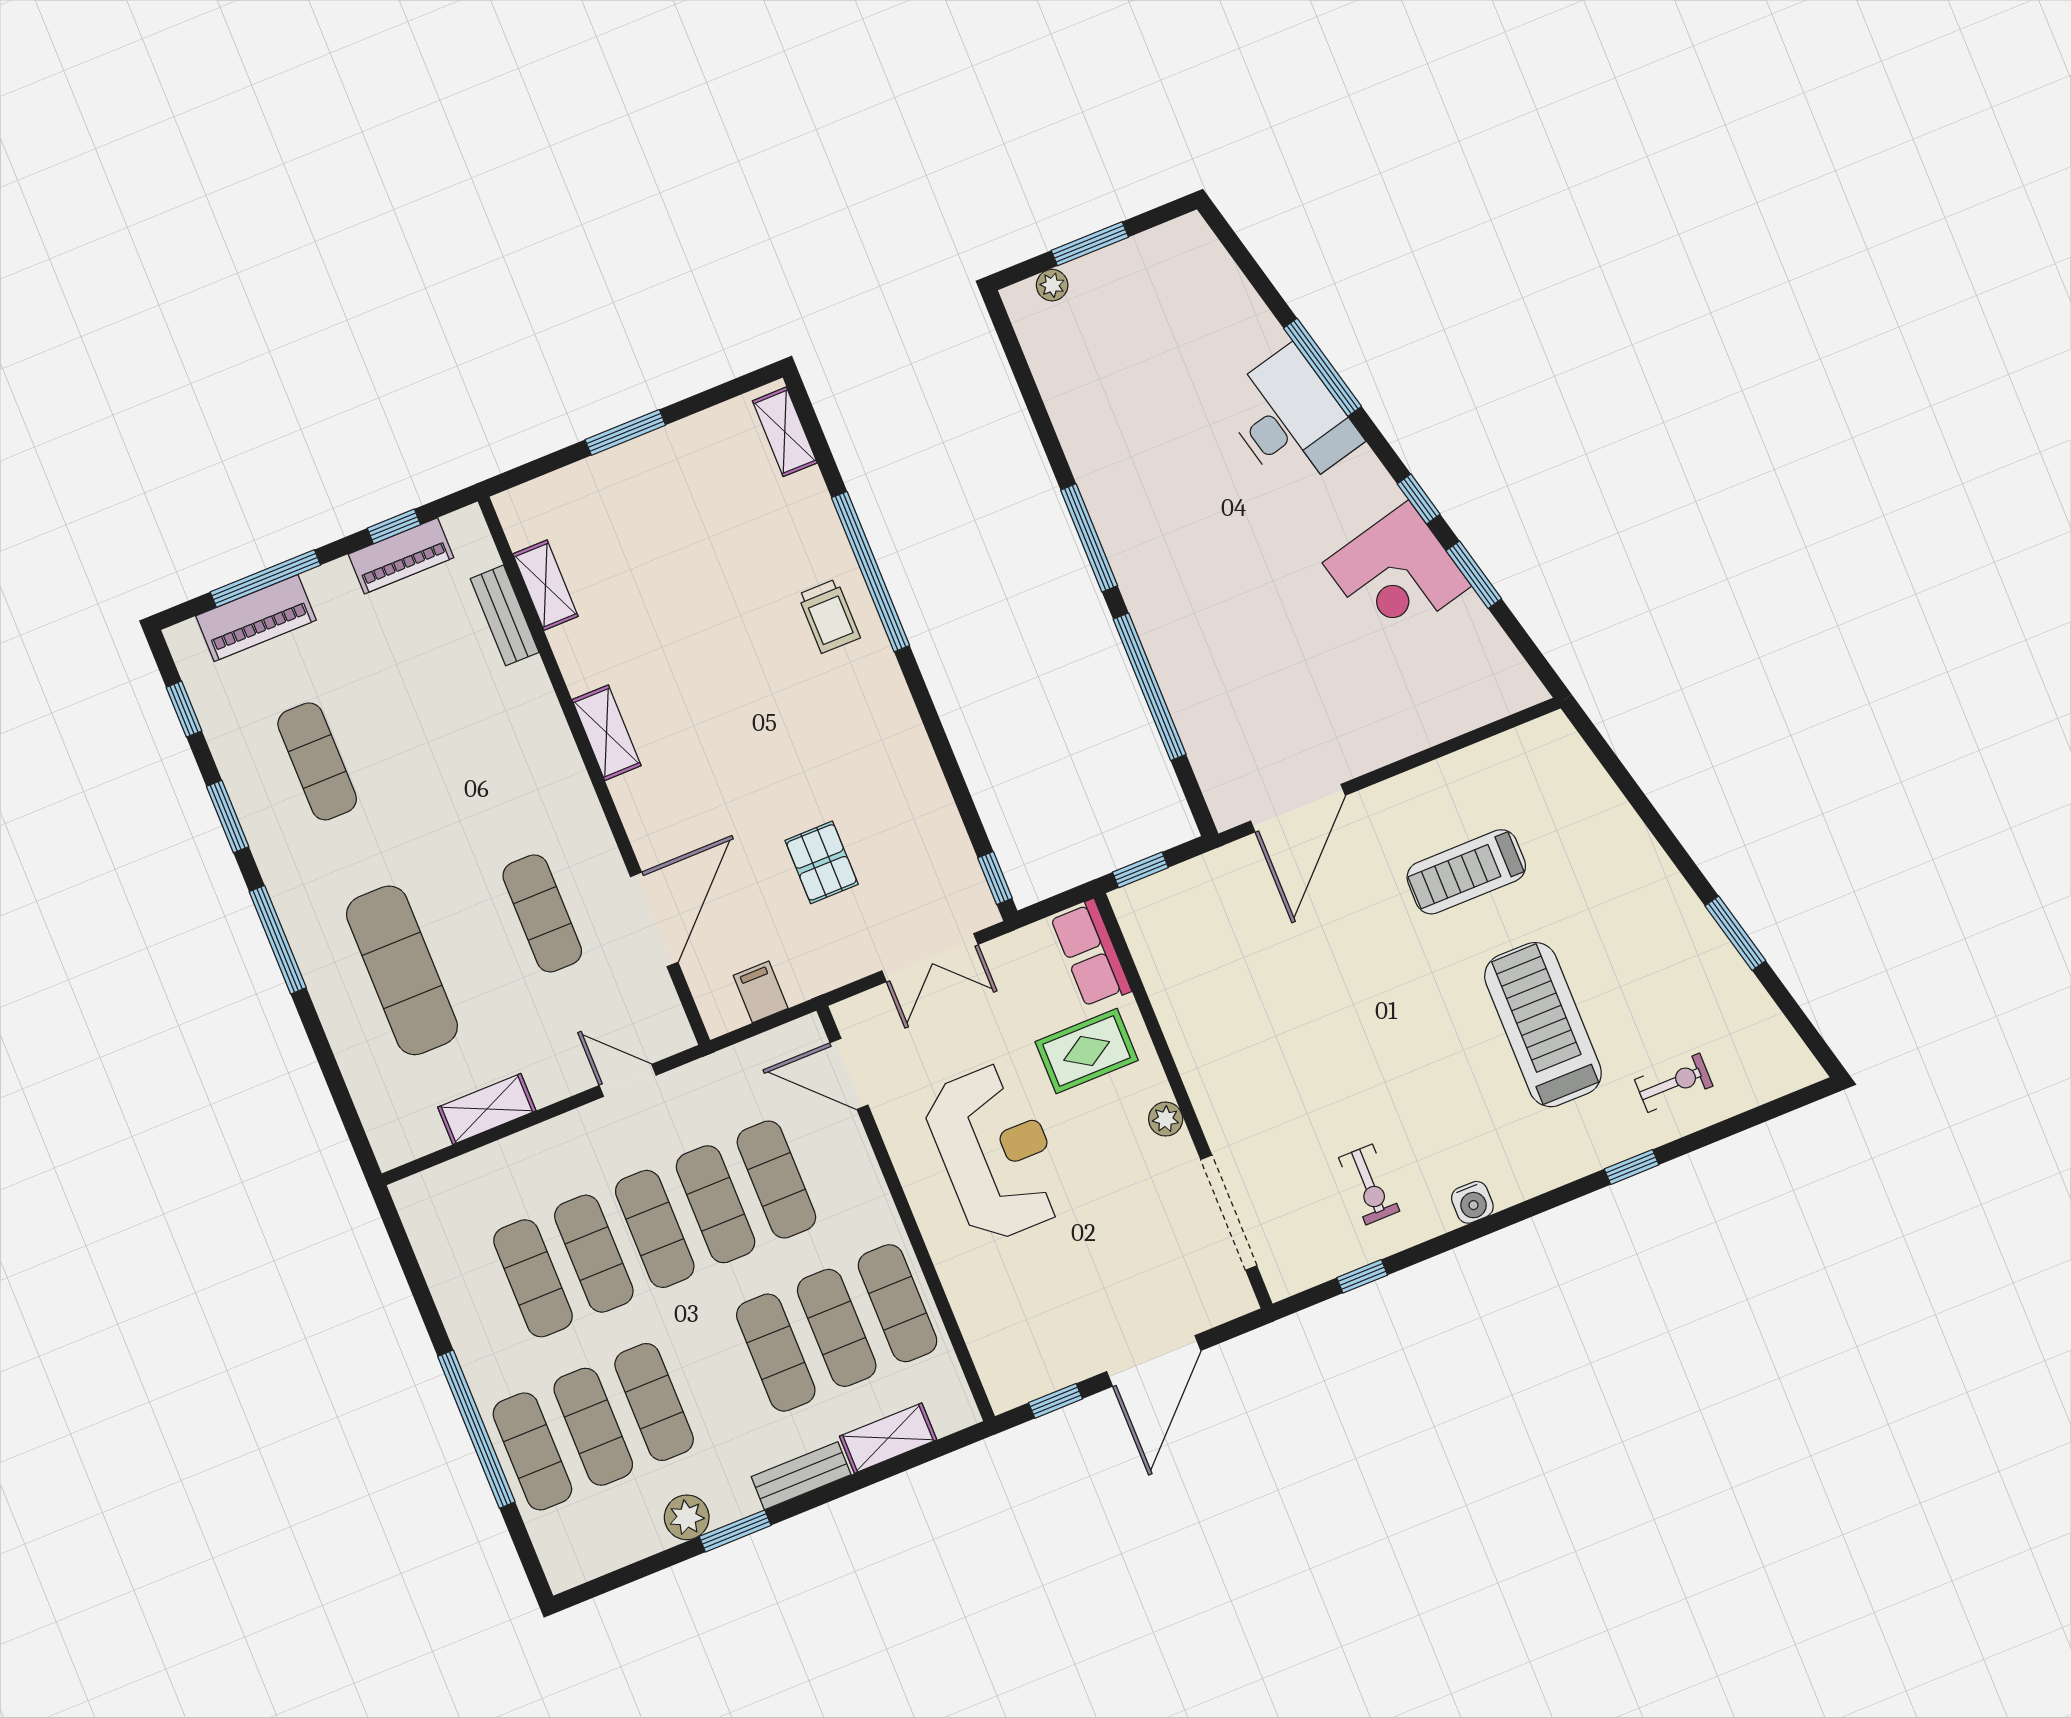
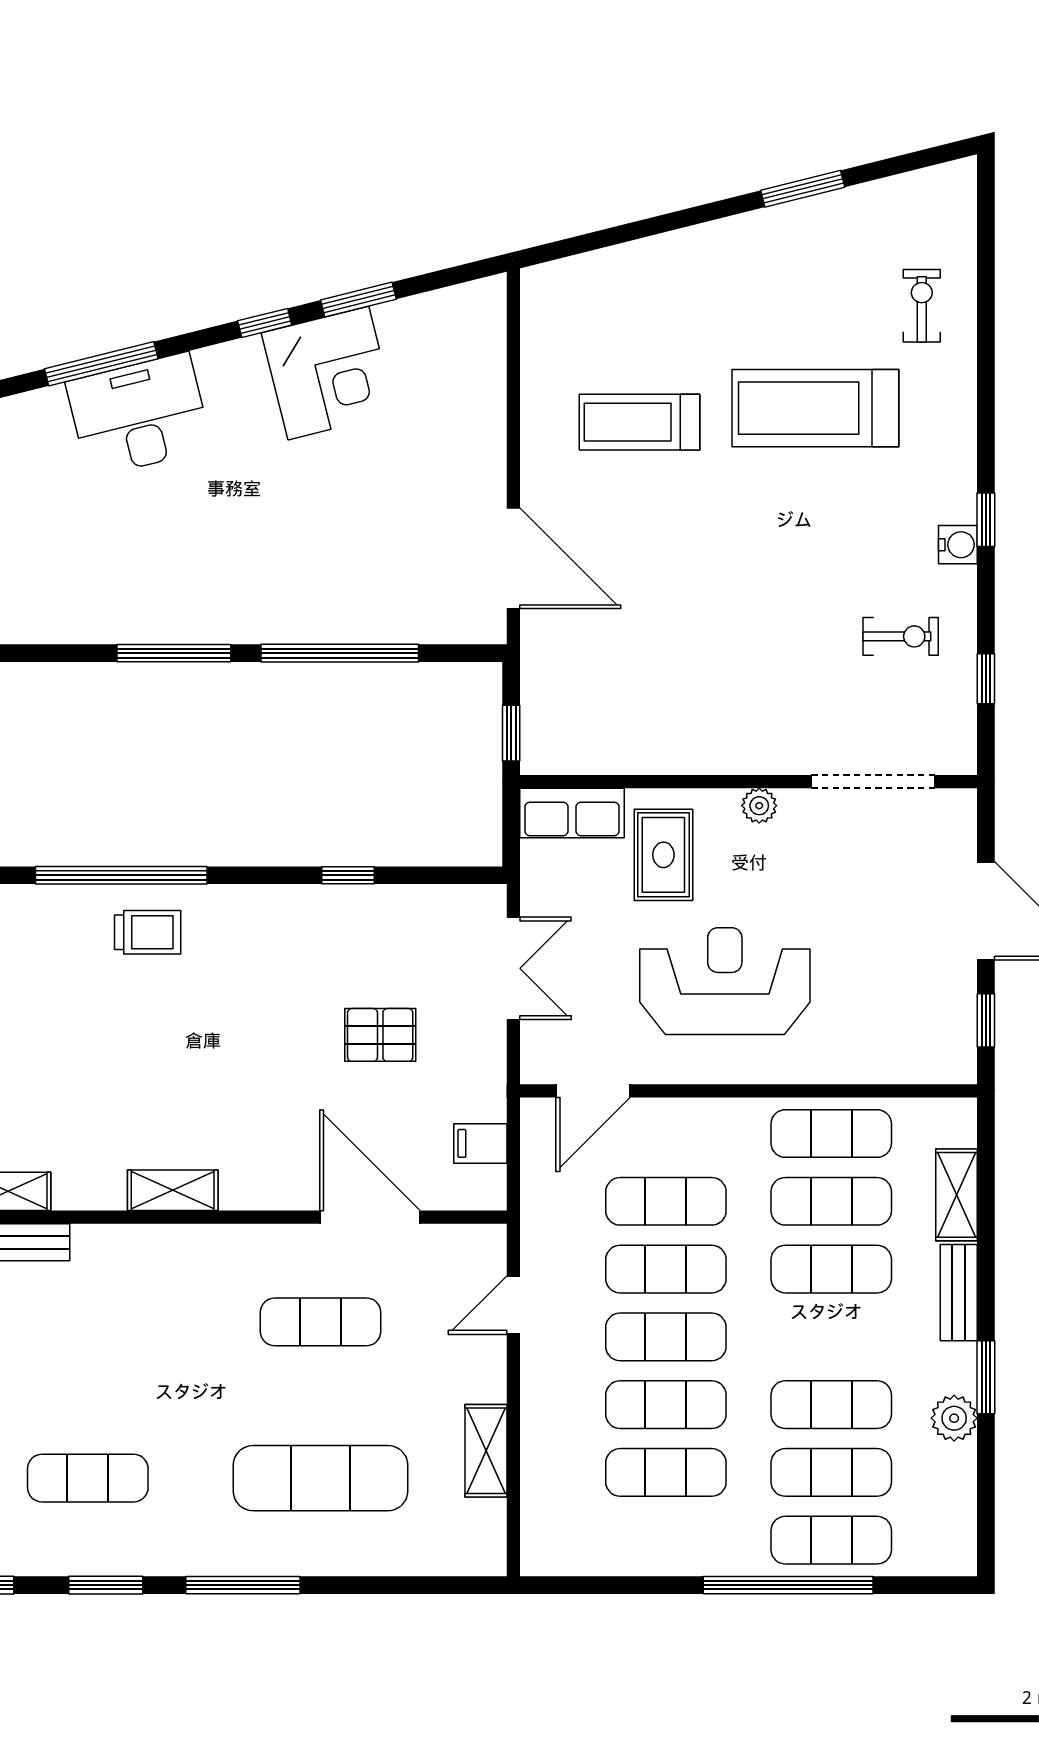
treadmill: (1466, 872) -> (640, 422), turned 90
window: (995, 878) -> (348, 875), moved
window: (1632, 1167) -> (986, 520), moved

